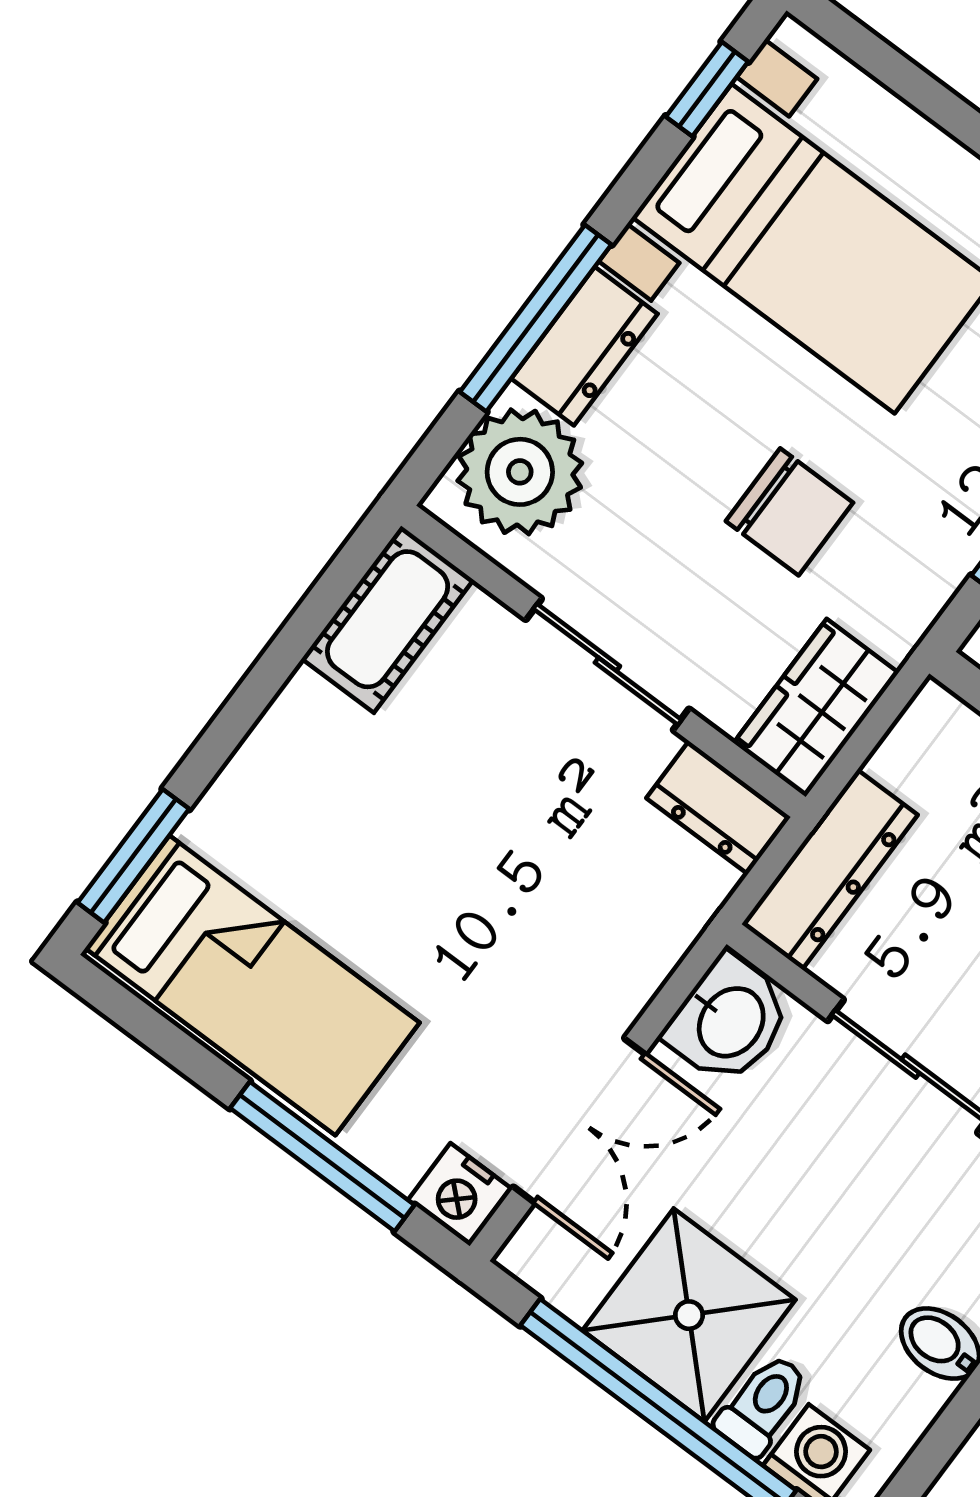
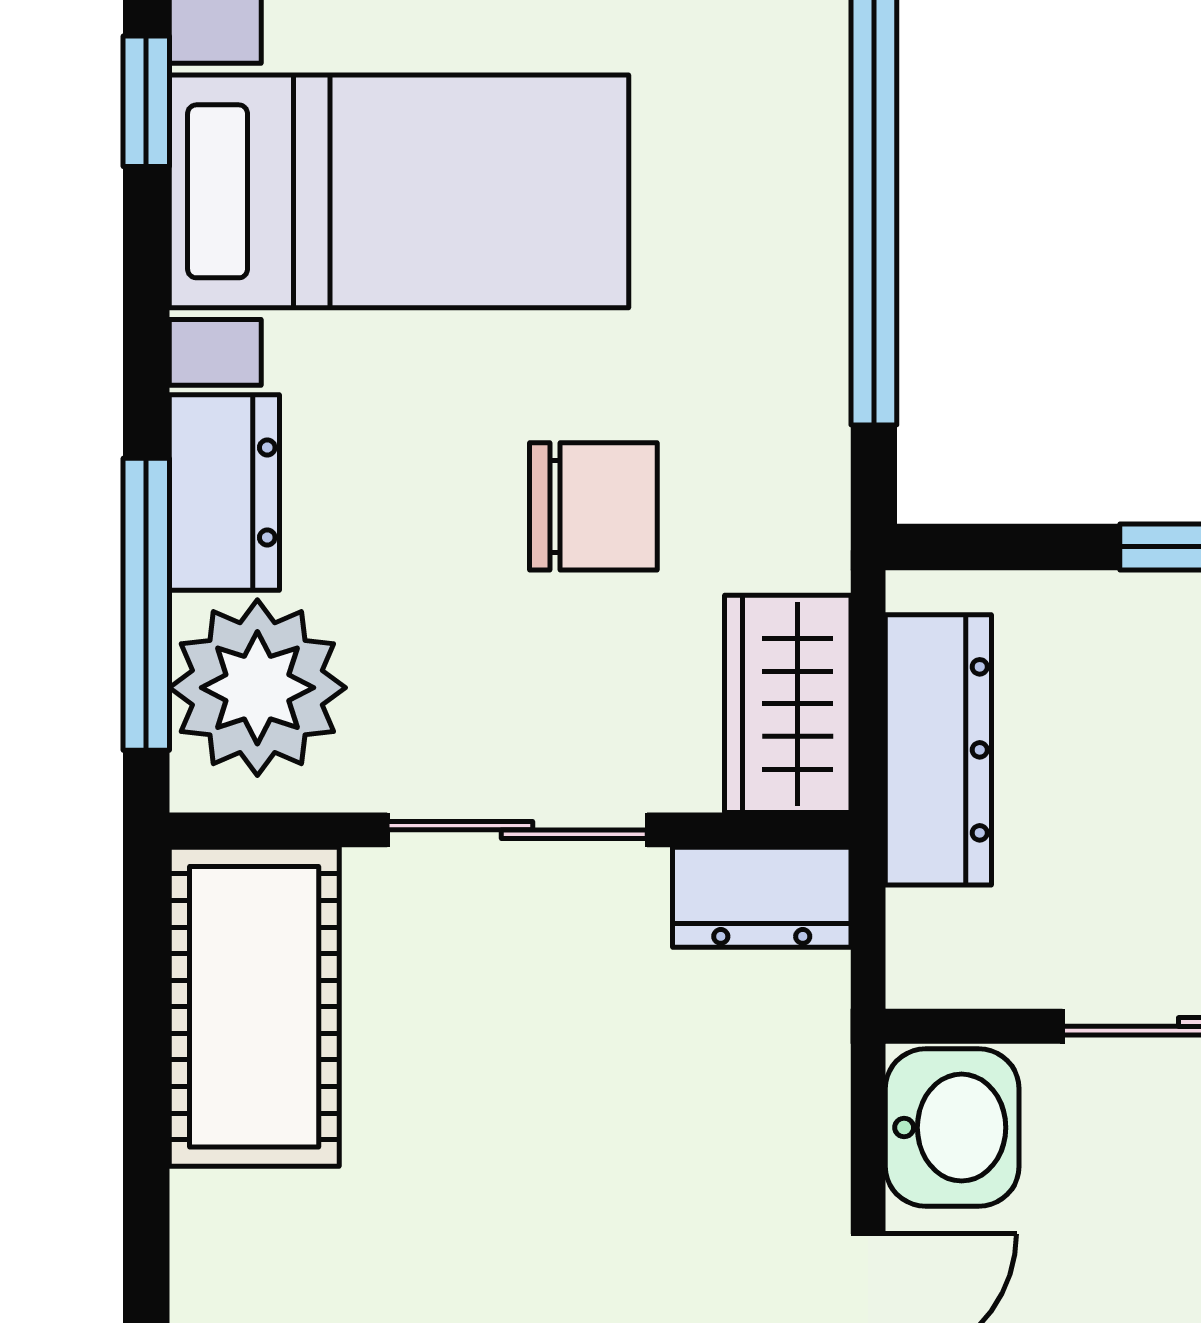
window: (536, 318) -> (146, 604), moved
cot: (388, 619) -> (254, 1007), width x1.37, depth x1.34
dresser: (830, 869) -> (938, 750), moved

